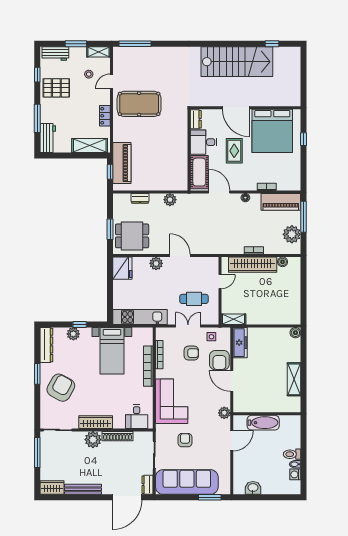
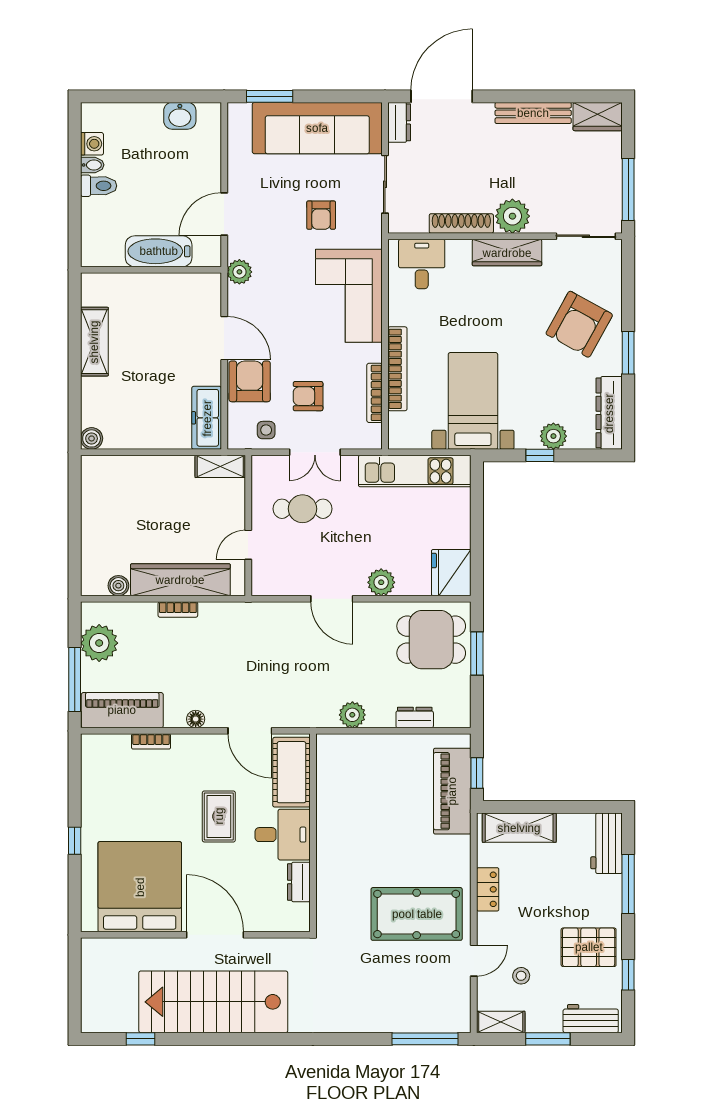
door: (236, 108) -> (215, 935), moved
wall: (246, 108) -> (195, 935), moved
bed: (272, 131) -> (140, 887), moved

